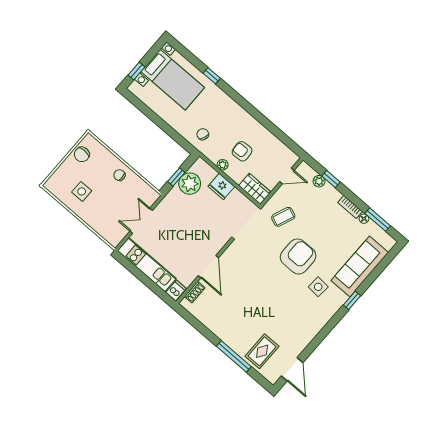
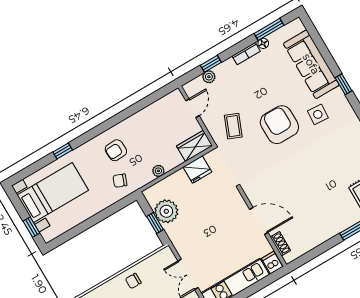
armchair: (242, 151) -> (116, 150), moved
fridge: (221, 186) -> (197, 170), moved

